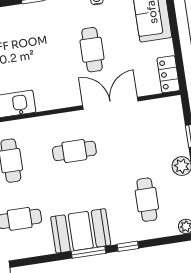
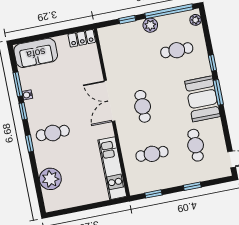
cafe table: (92, 50) -> (53, 133), moved
double door: (110, 103) -> (109, 101), moved

